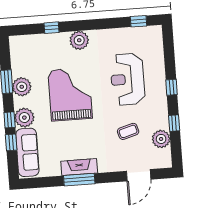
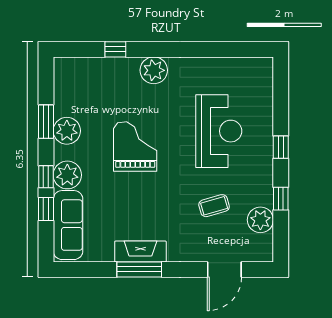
window: (139, 21) -> (241, 49), removed
reception desk: (128, 79) -> (219, 131), turned 180
grand piano: (70, 94) -> (135, 146), width x0.73, depth x0.68

